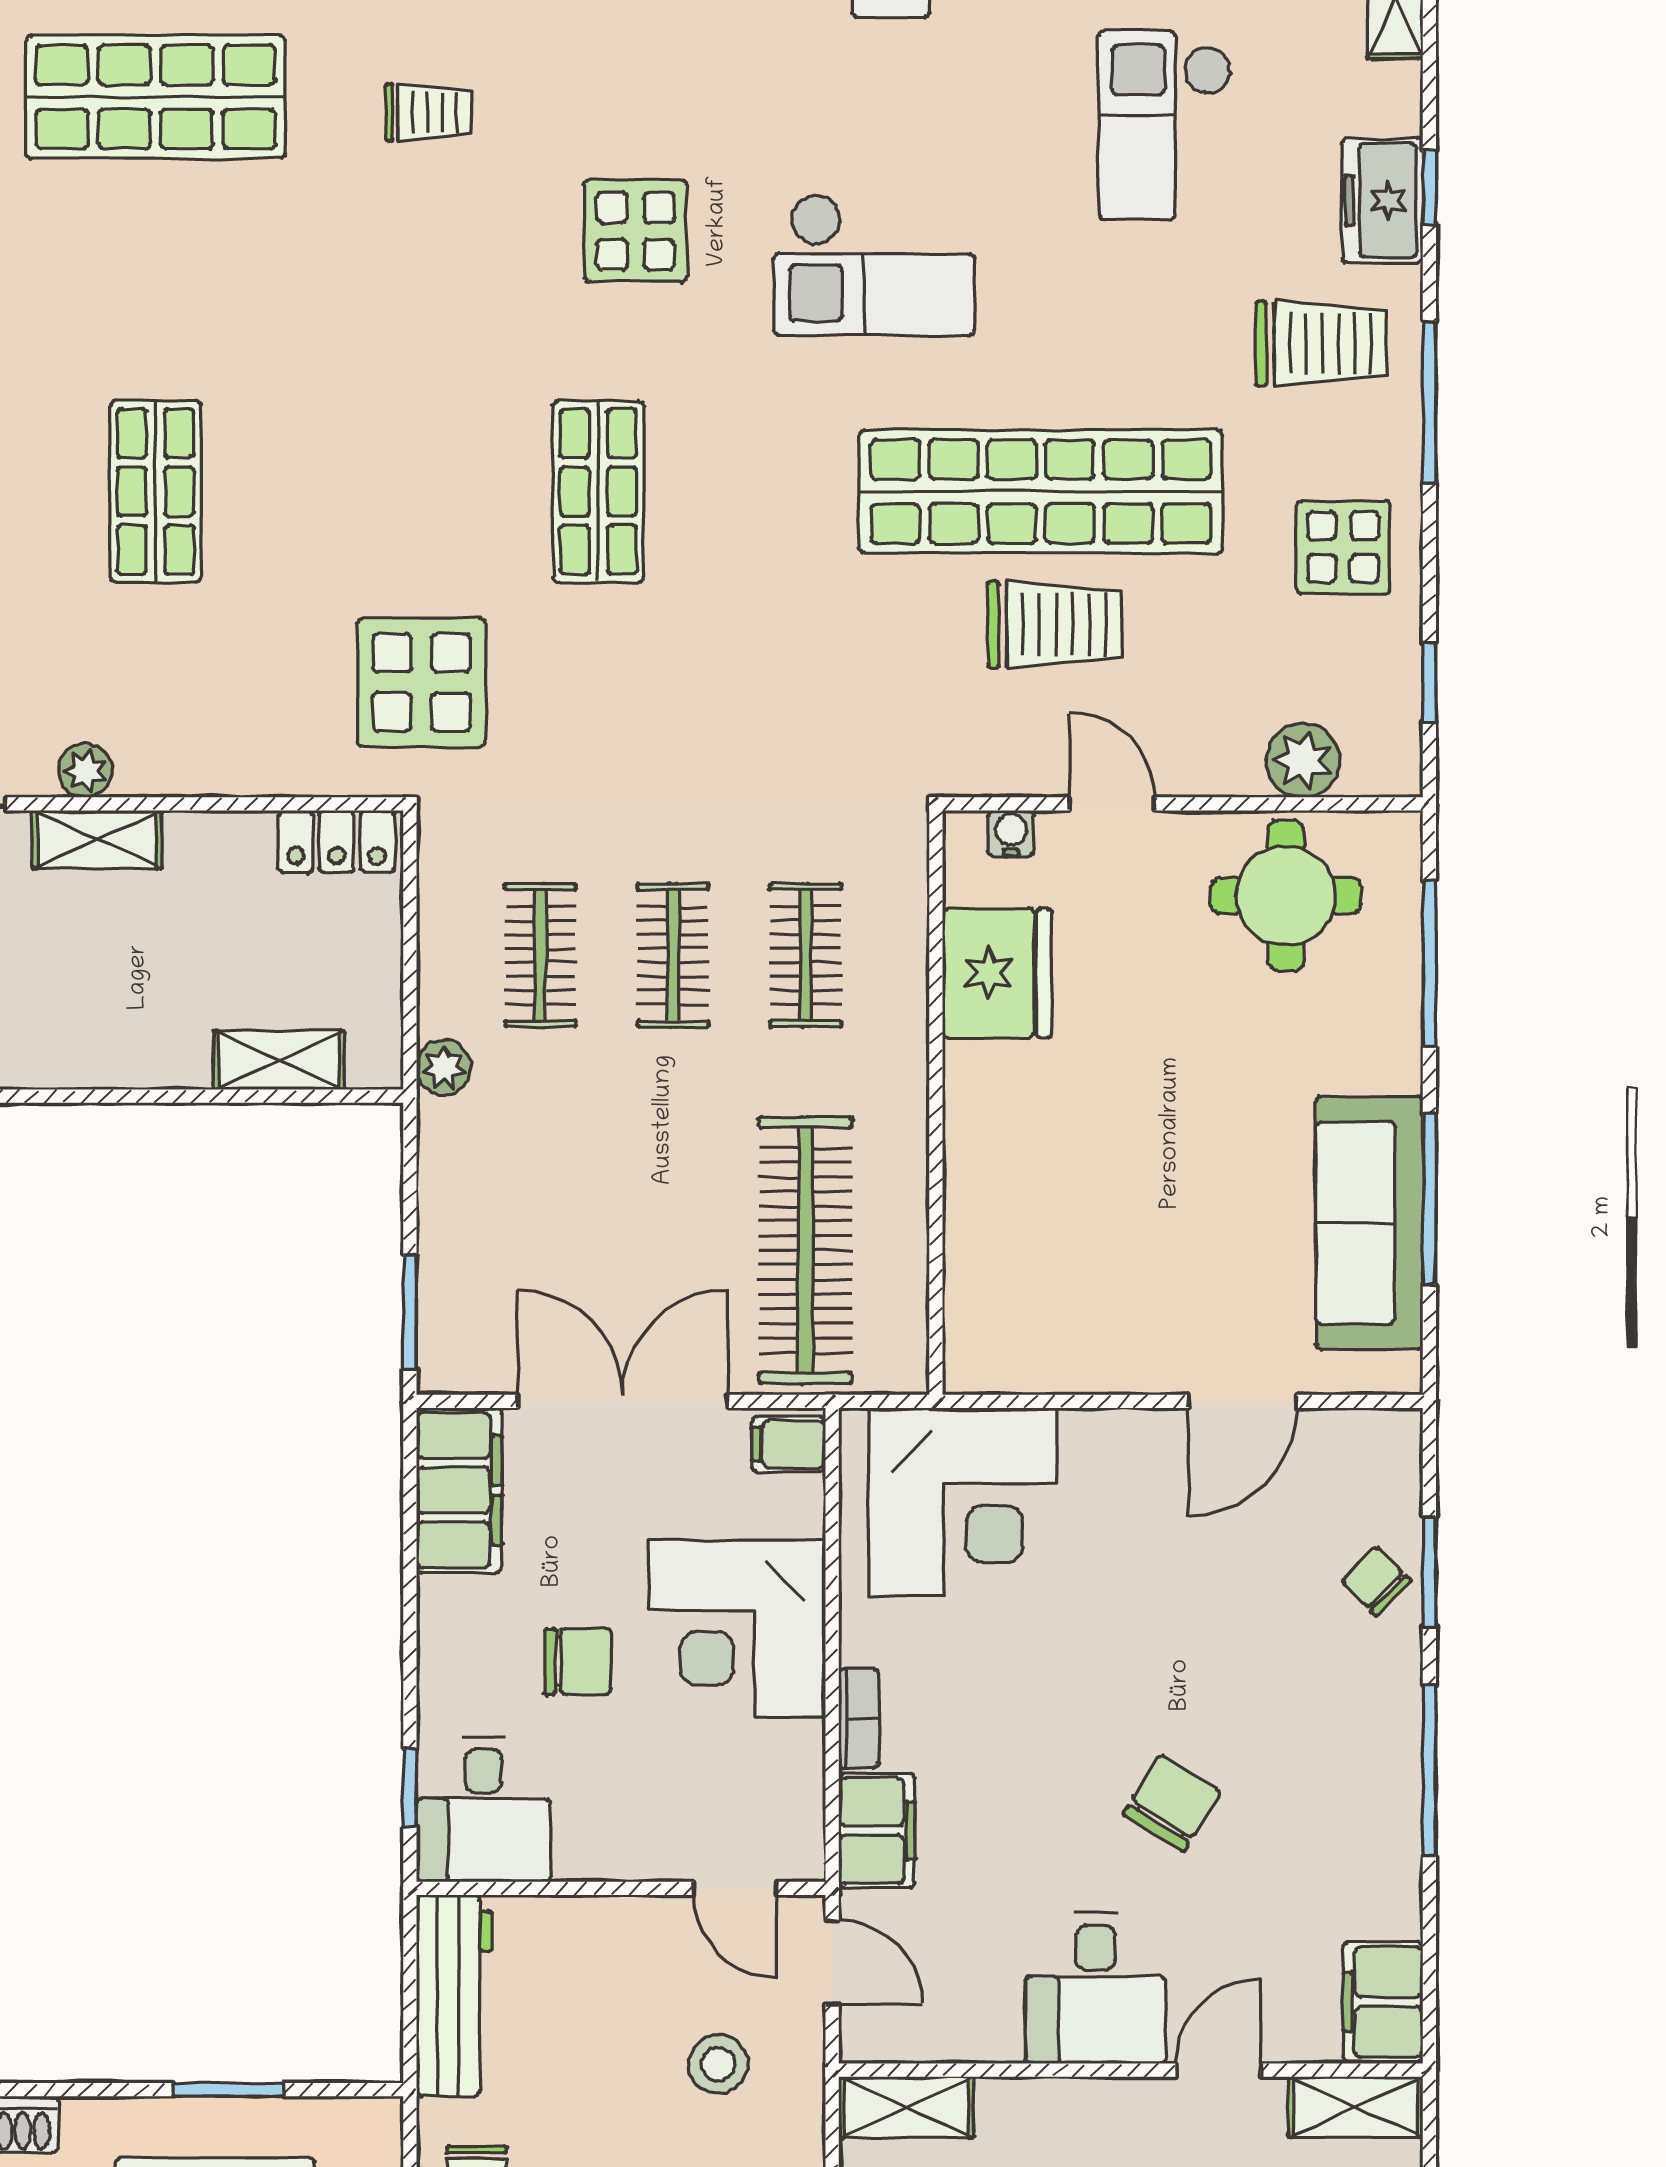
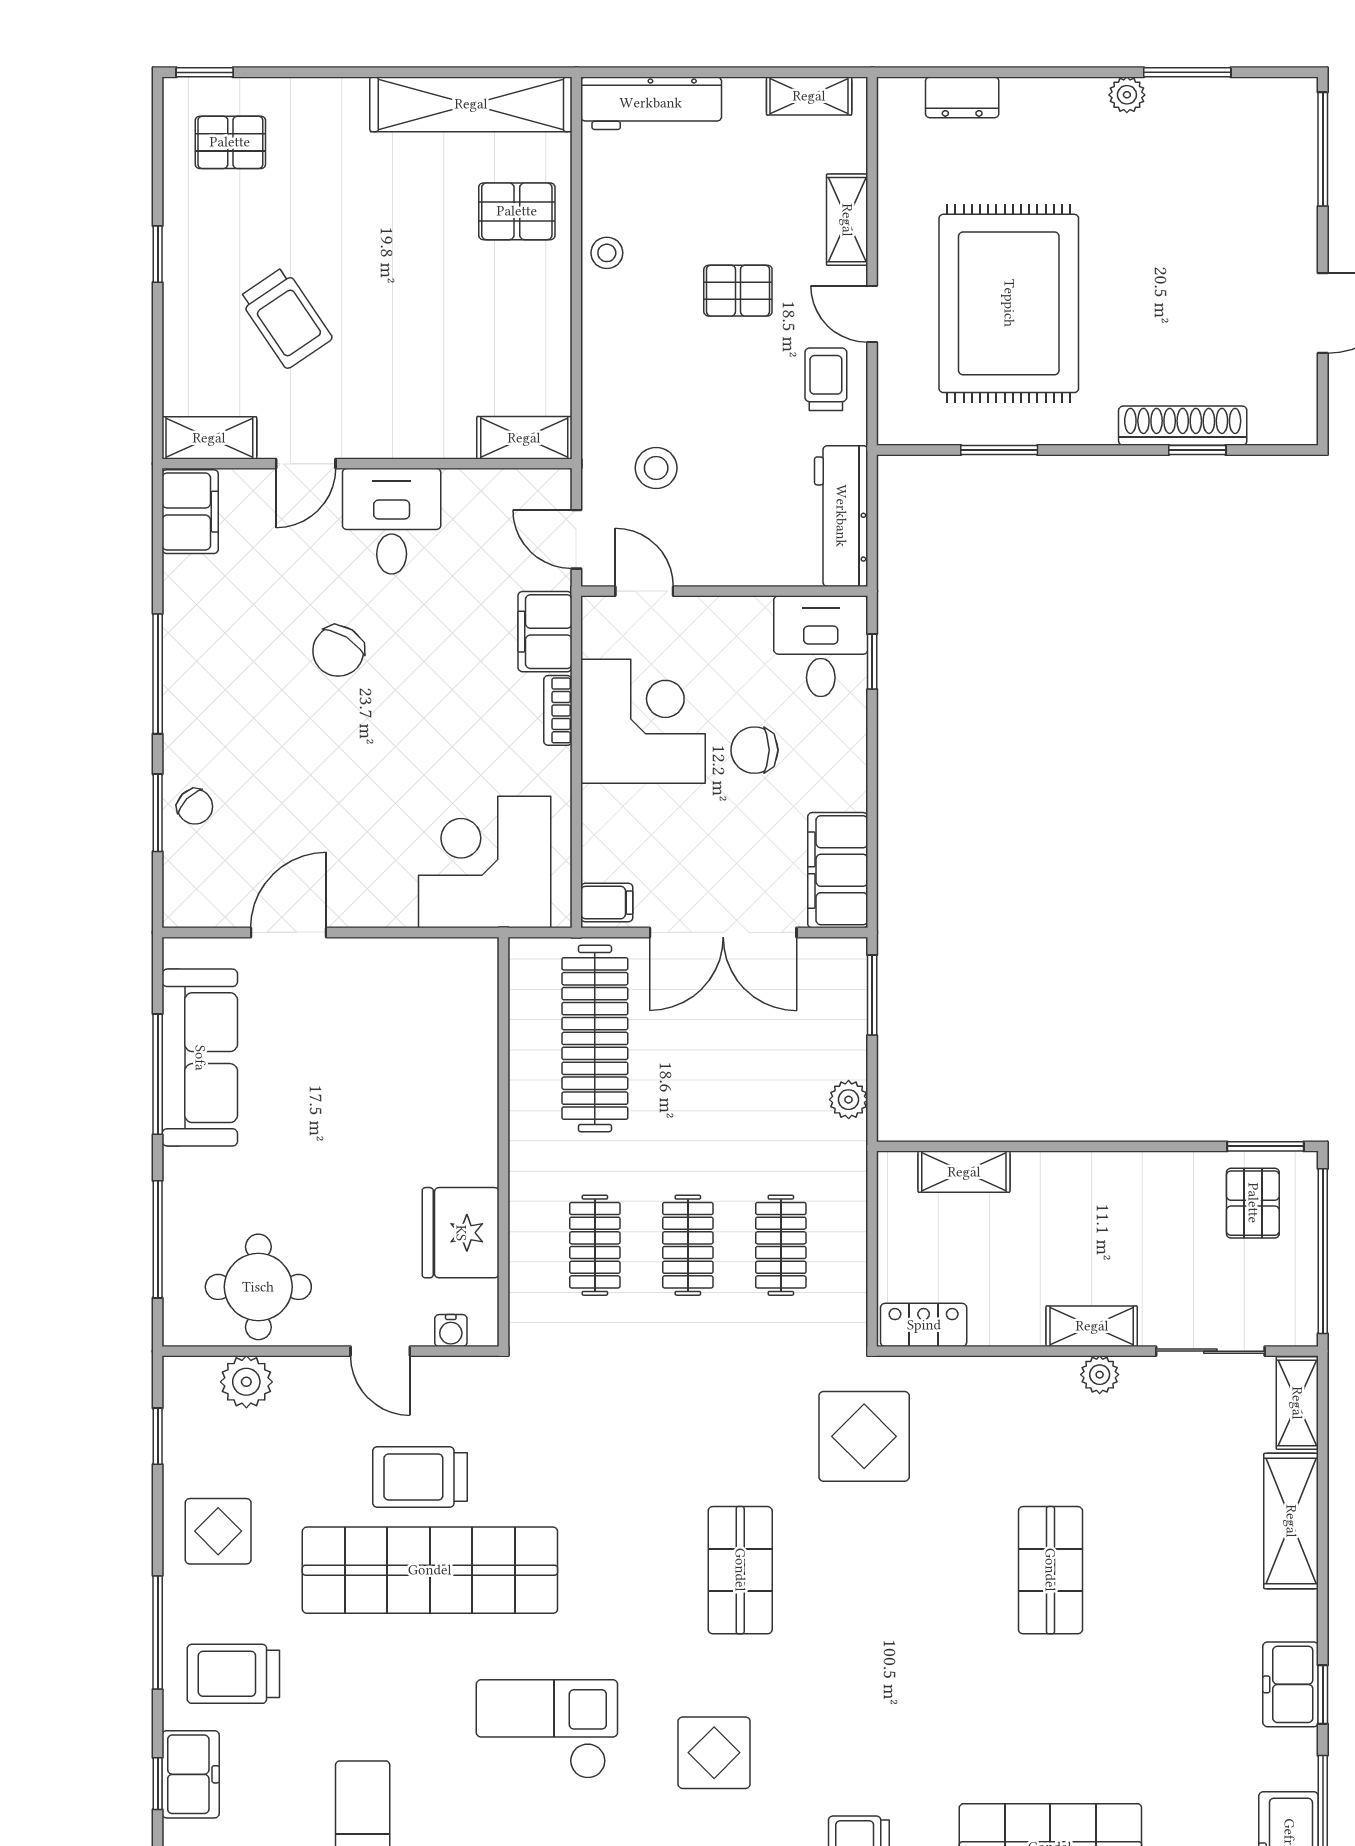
plant: (444, 1068) -> (849, 1100), moved
corner desk: (737, 1628) -> (643, 721), moved

